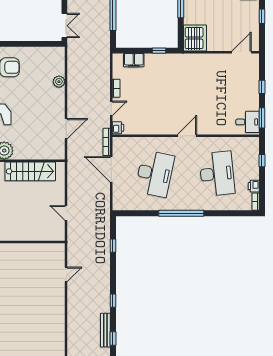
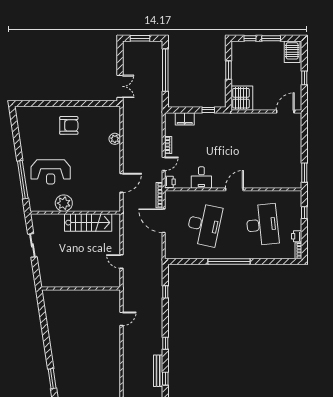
window: (262, 87) -> (304, 144), removed
desk: (248, 122) -> (201, 178), moved, turned 90

